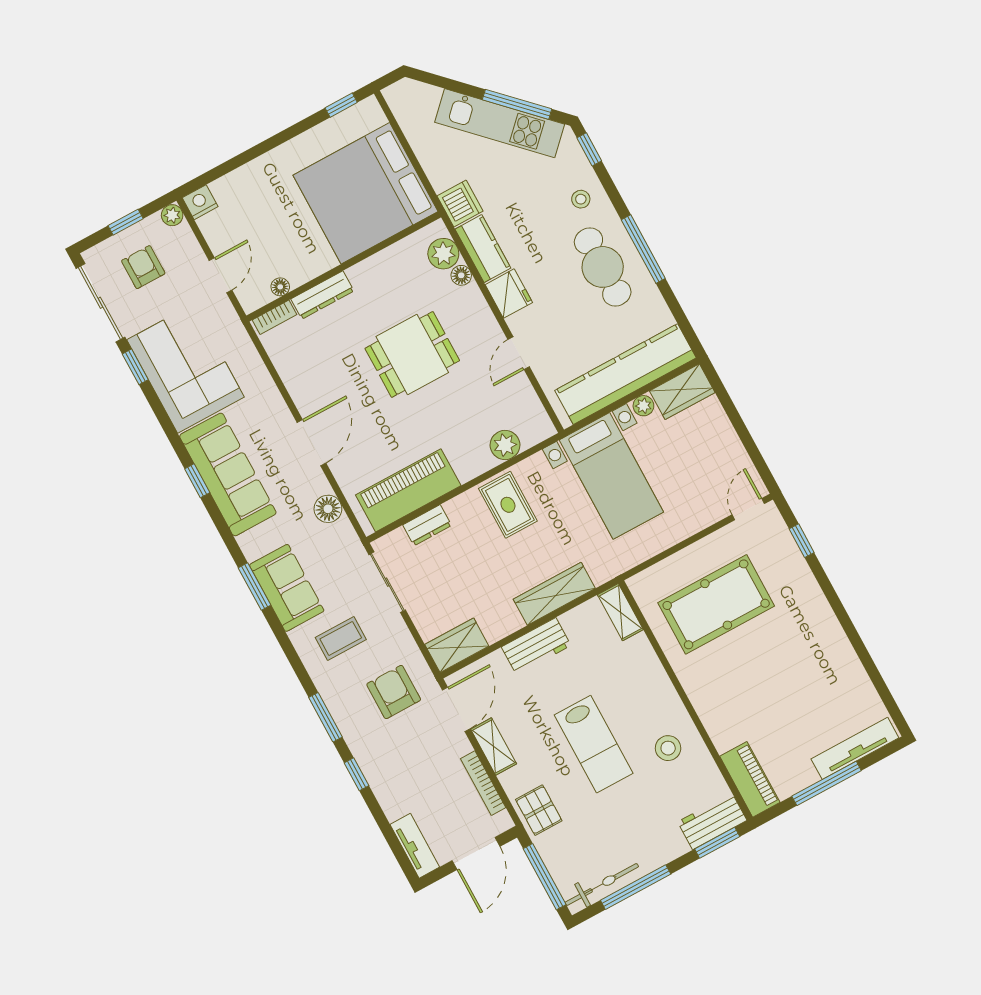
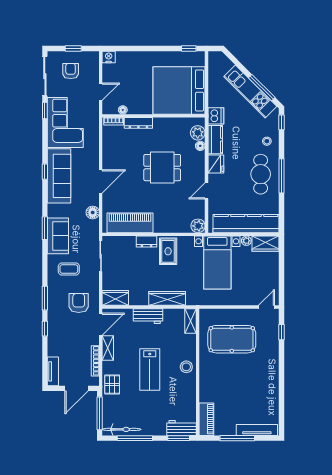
plant: (172, 215) -> (94, 56), removed
plant: (505, 445) -> (198, 226), moved
dresser: (427, 525) -> (146, 242), moved
stool: (668, 748) -> (186, 367), moved

